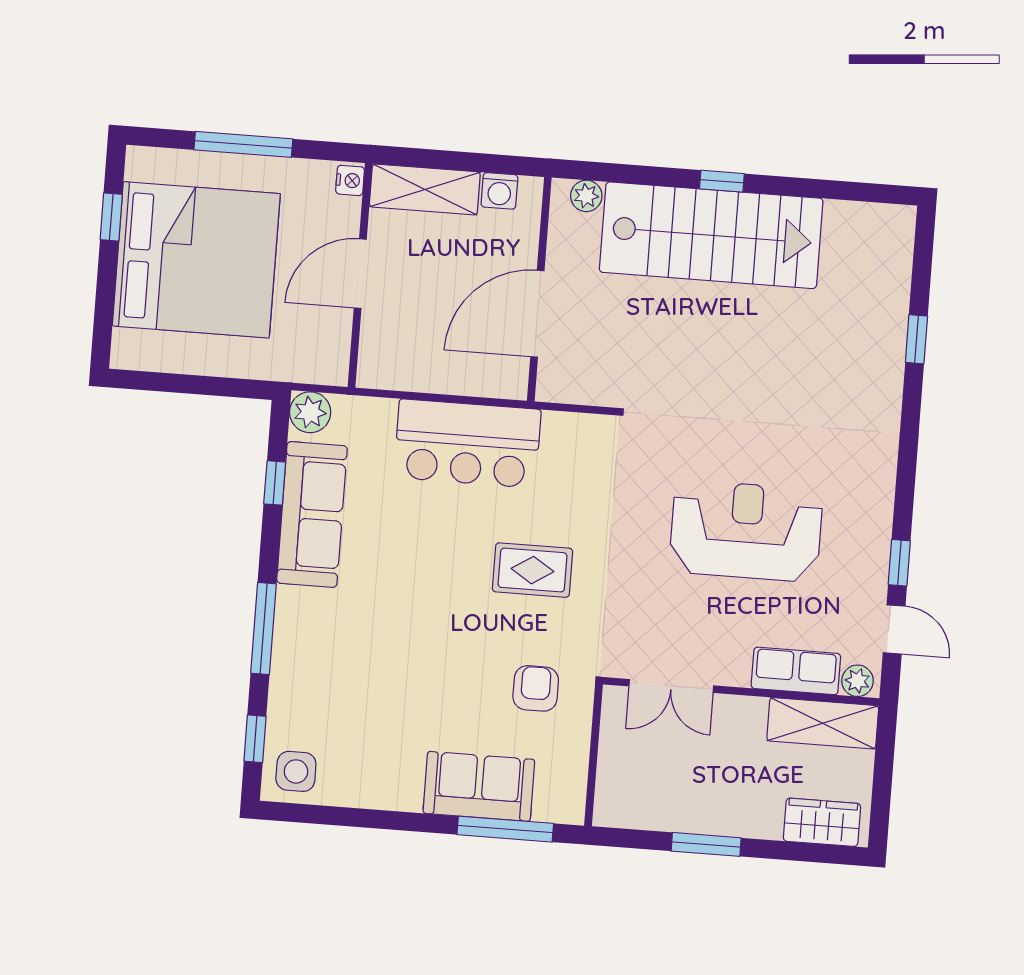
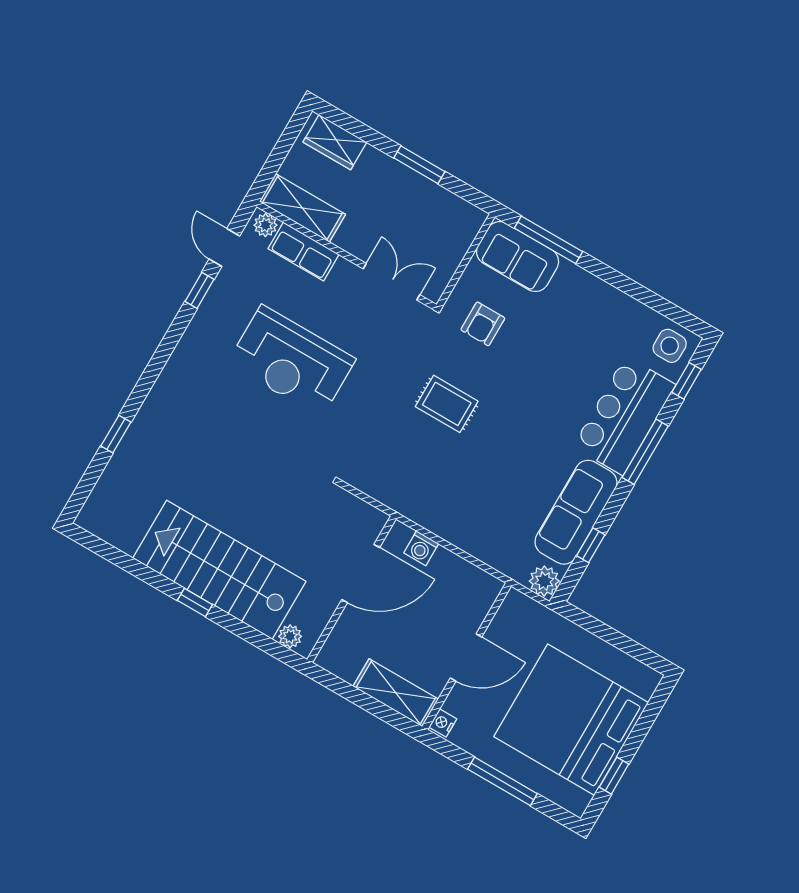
washing machine: (499, 191) -> (421, 548), moved, turned 180
bar counter: (467, 443) -> (624, 416), moved, turned -90
sofa: (479, 786) -> (518, 257), moved

